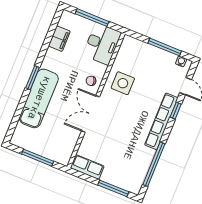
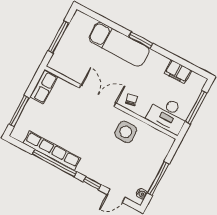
row of seats: (161, 121) -> (52, 151), moved
window: (154, 164) -> (54, 163), moved

